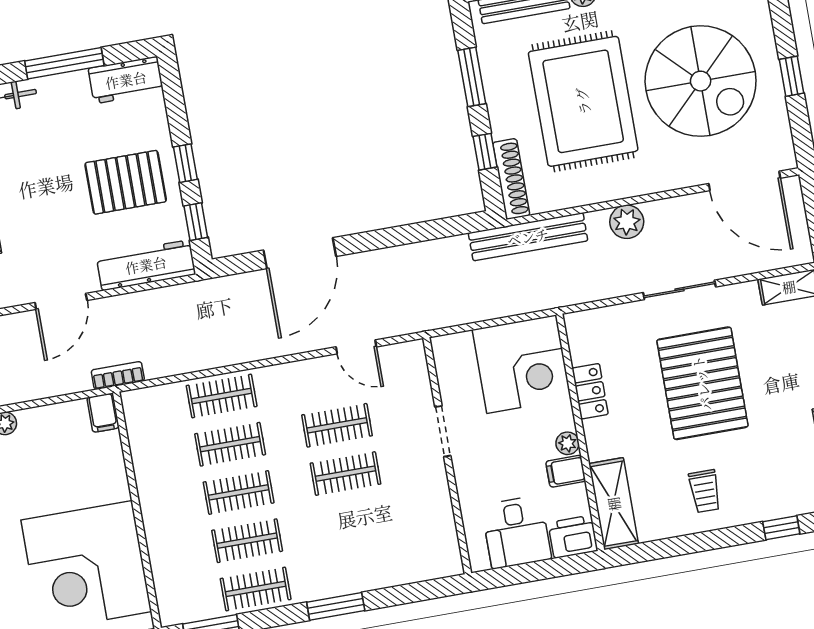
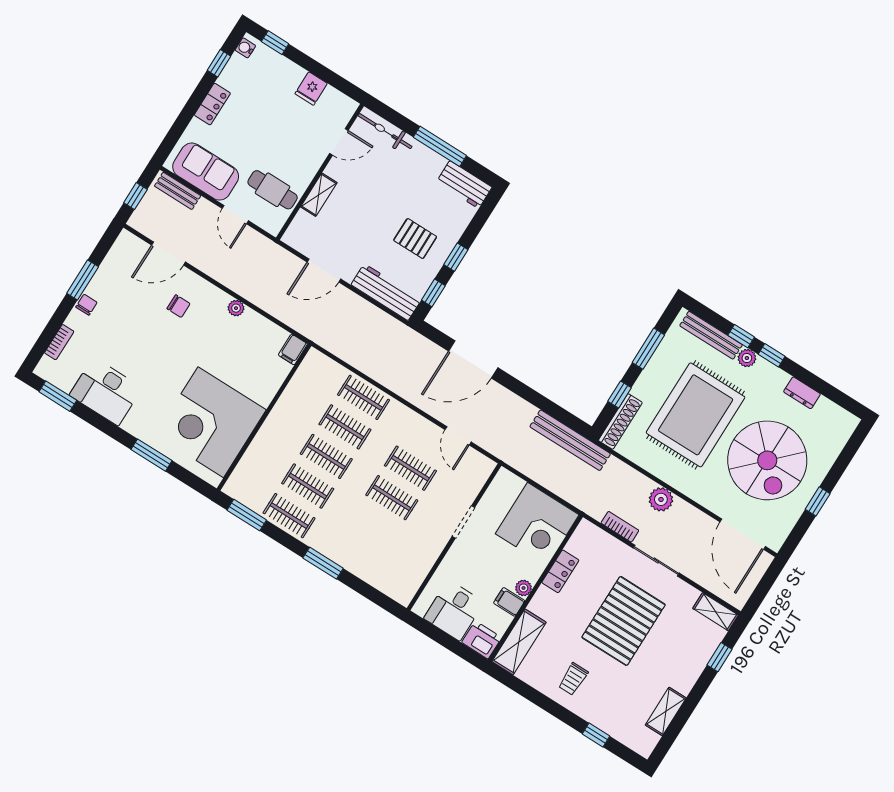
pallet: (126, 182) -> (415, 239), width x0.67, depth x0.71
bench: (528, 237) -> (570, 440), moved
bookcase: (118, 375) -> (620, 527), moved

